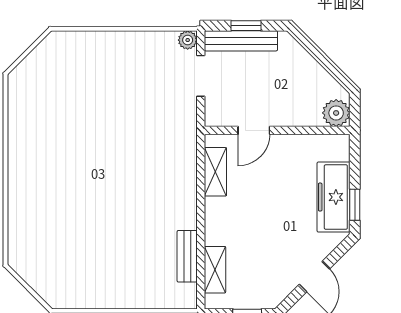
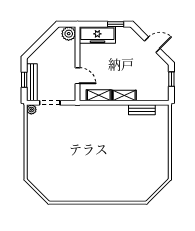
freezer: (334, 197) -> (97, 35), moved
shelving: (215, 270) -> (124, 96), moved

